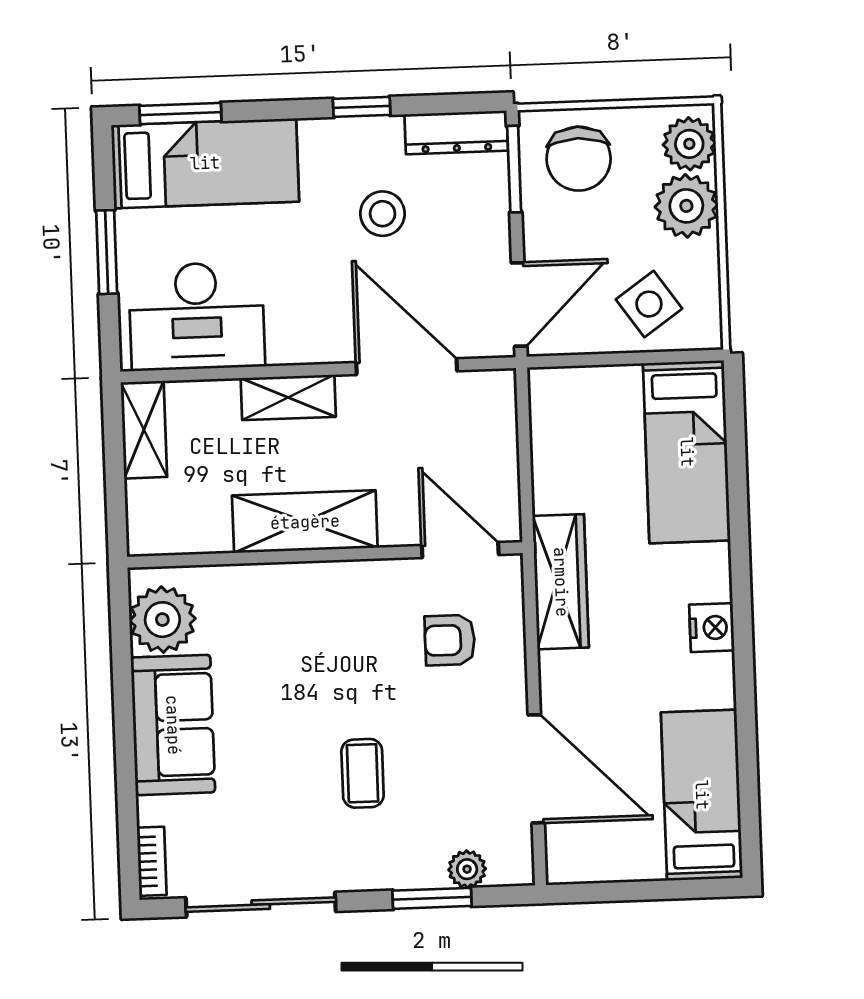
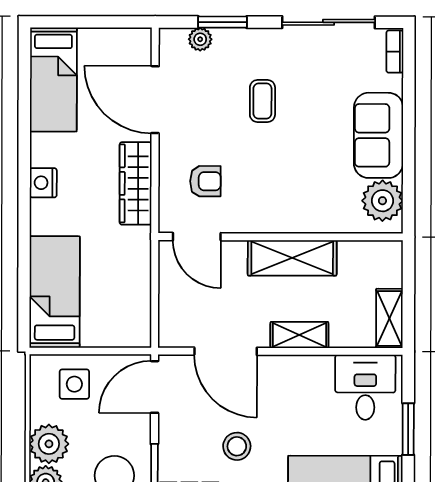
side table: (649, 304) -> (74, 384), turned 35
desk: (197, 316) -> (365, 387), width x0.73
wardrobe: (561, 582) -> (136, 183), moved

